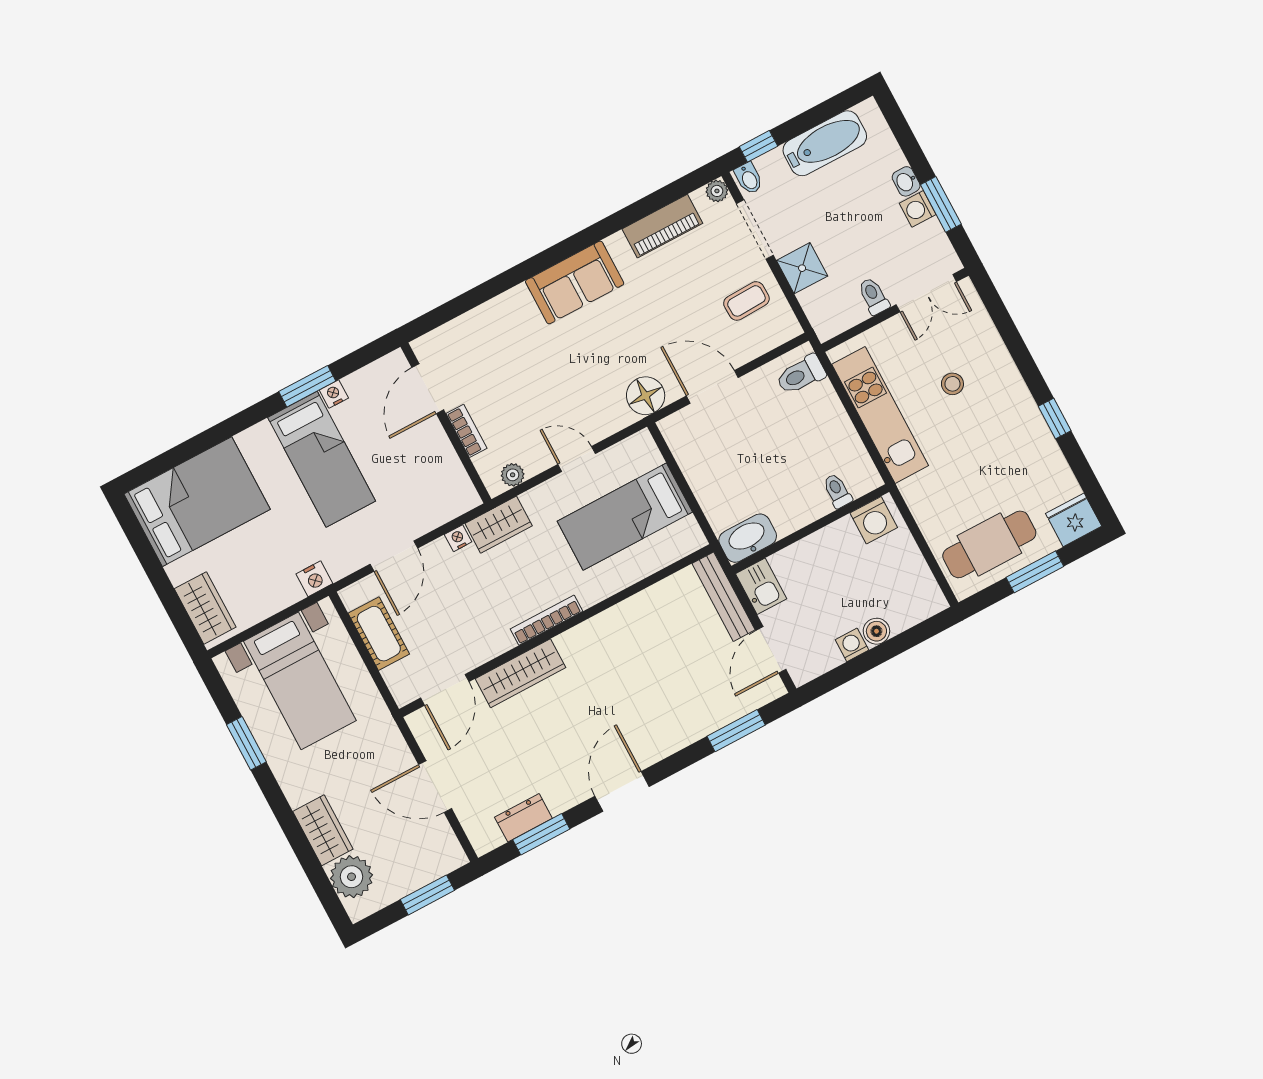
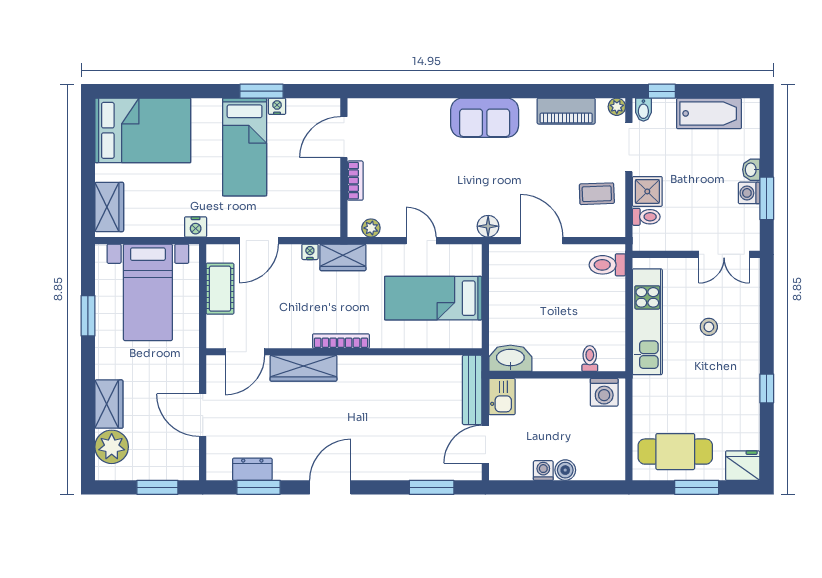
toilet: (874, 296) -> (646, 217), moved, turned 90
floor lamp: (646, 396) -> (488, 226), width x0.73, depth x0.73

